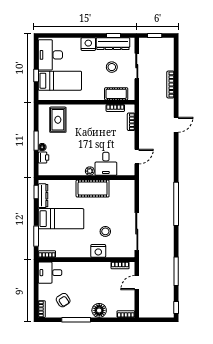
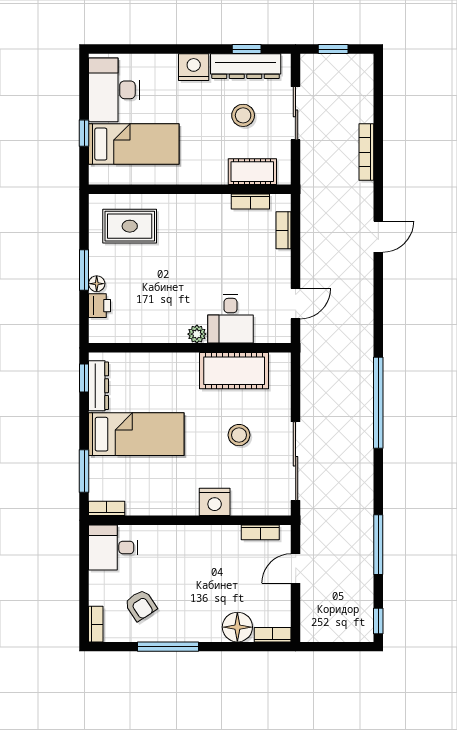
rug: (58, 120) -> (130, 226), turned 90
cot: (93, 189) -> (234, 371), moved
stool: (105, 231) -> (239, 435), moved
floor lamp: (99, 310) -> (237, 627), moved

